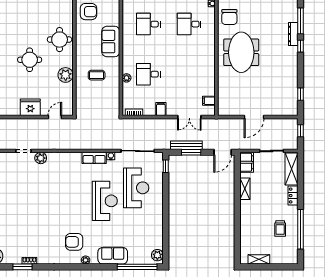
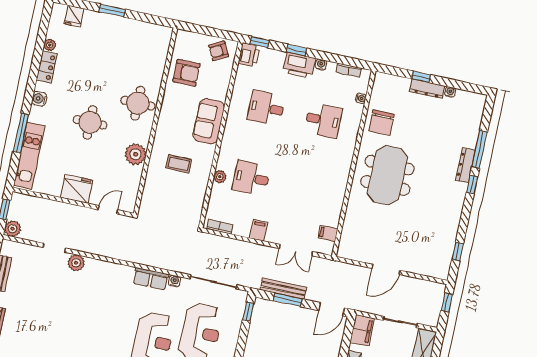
desk: (189, 24) -> (323, 120), turned 180

